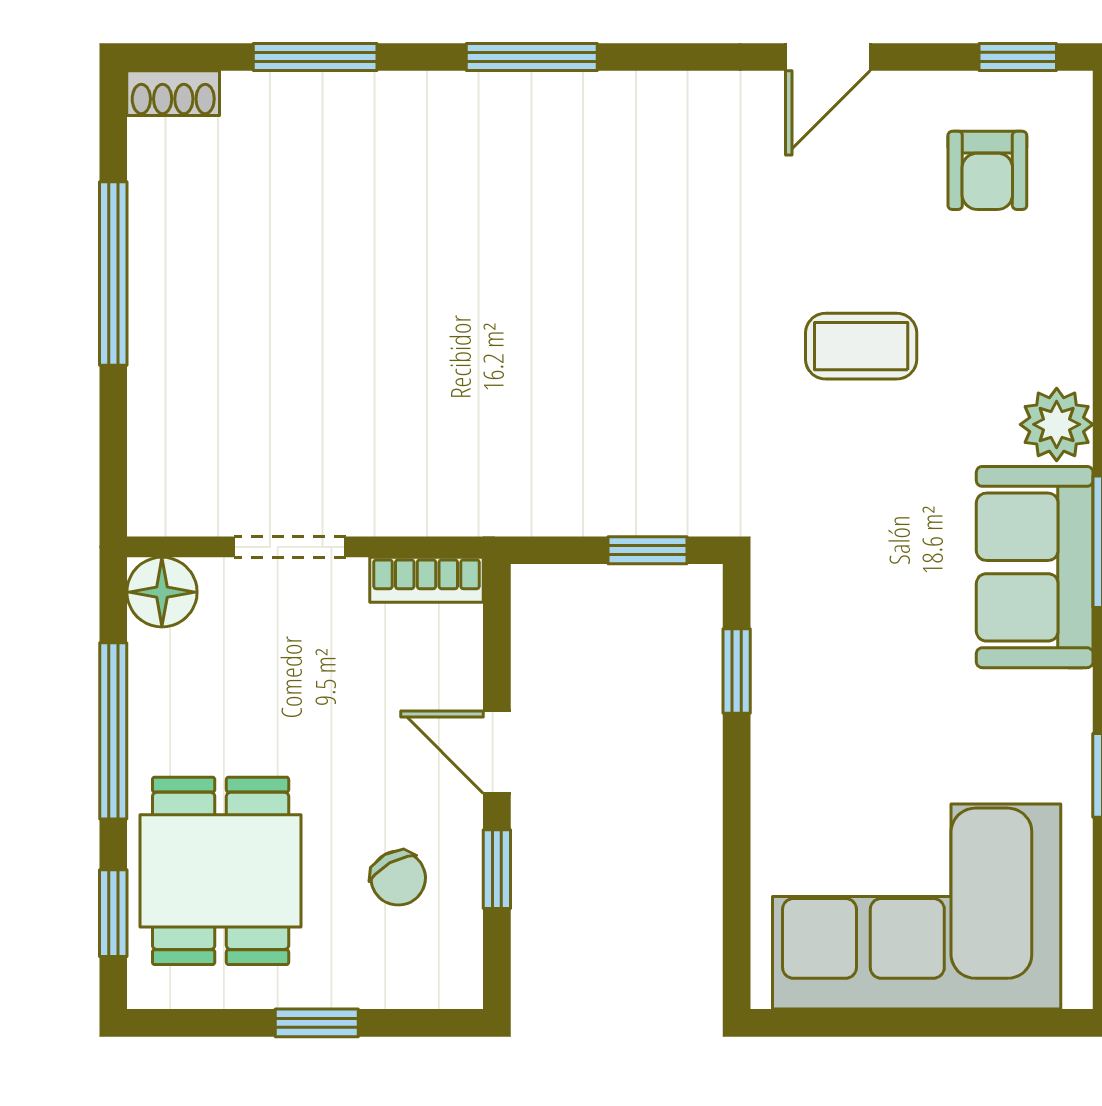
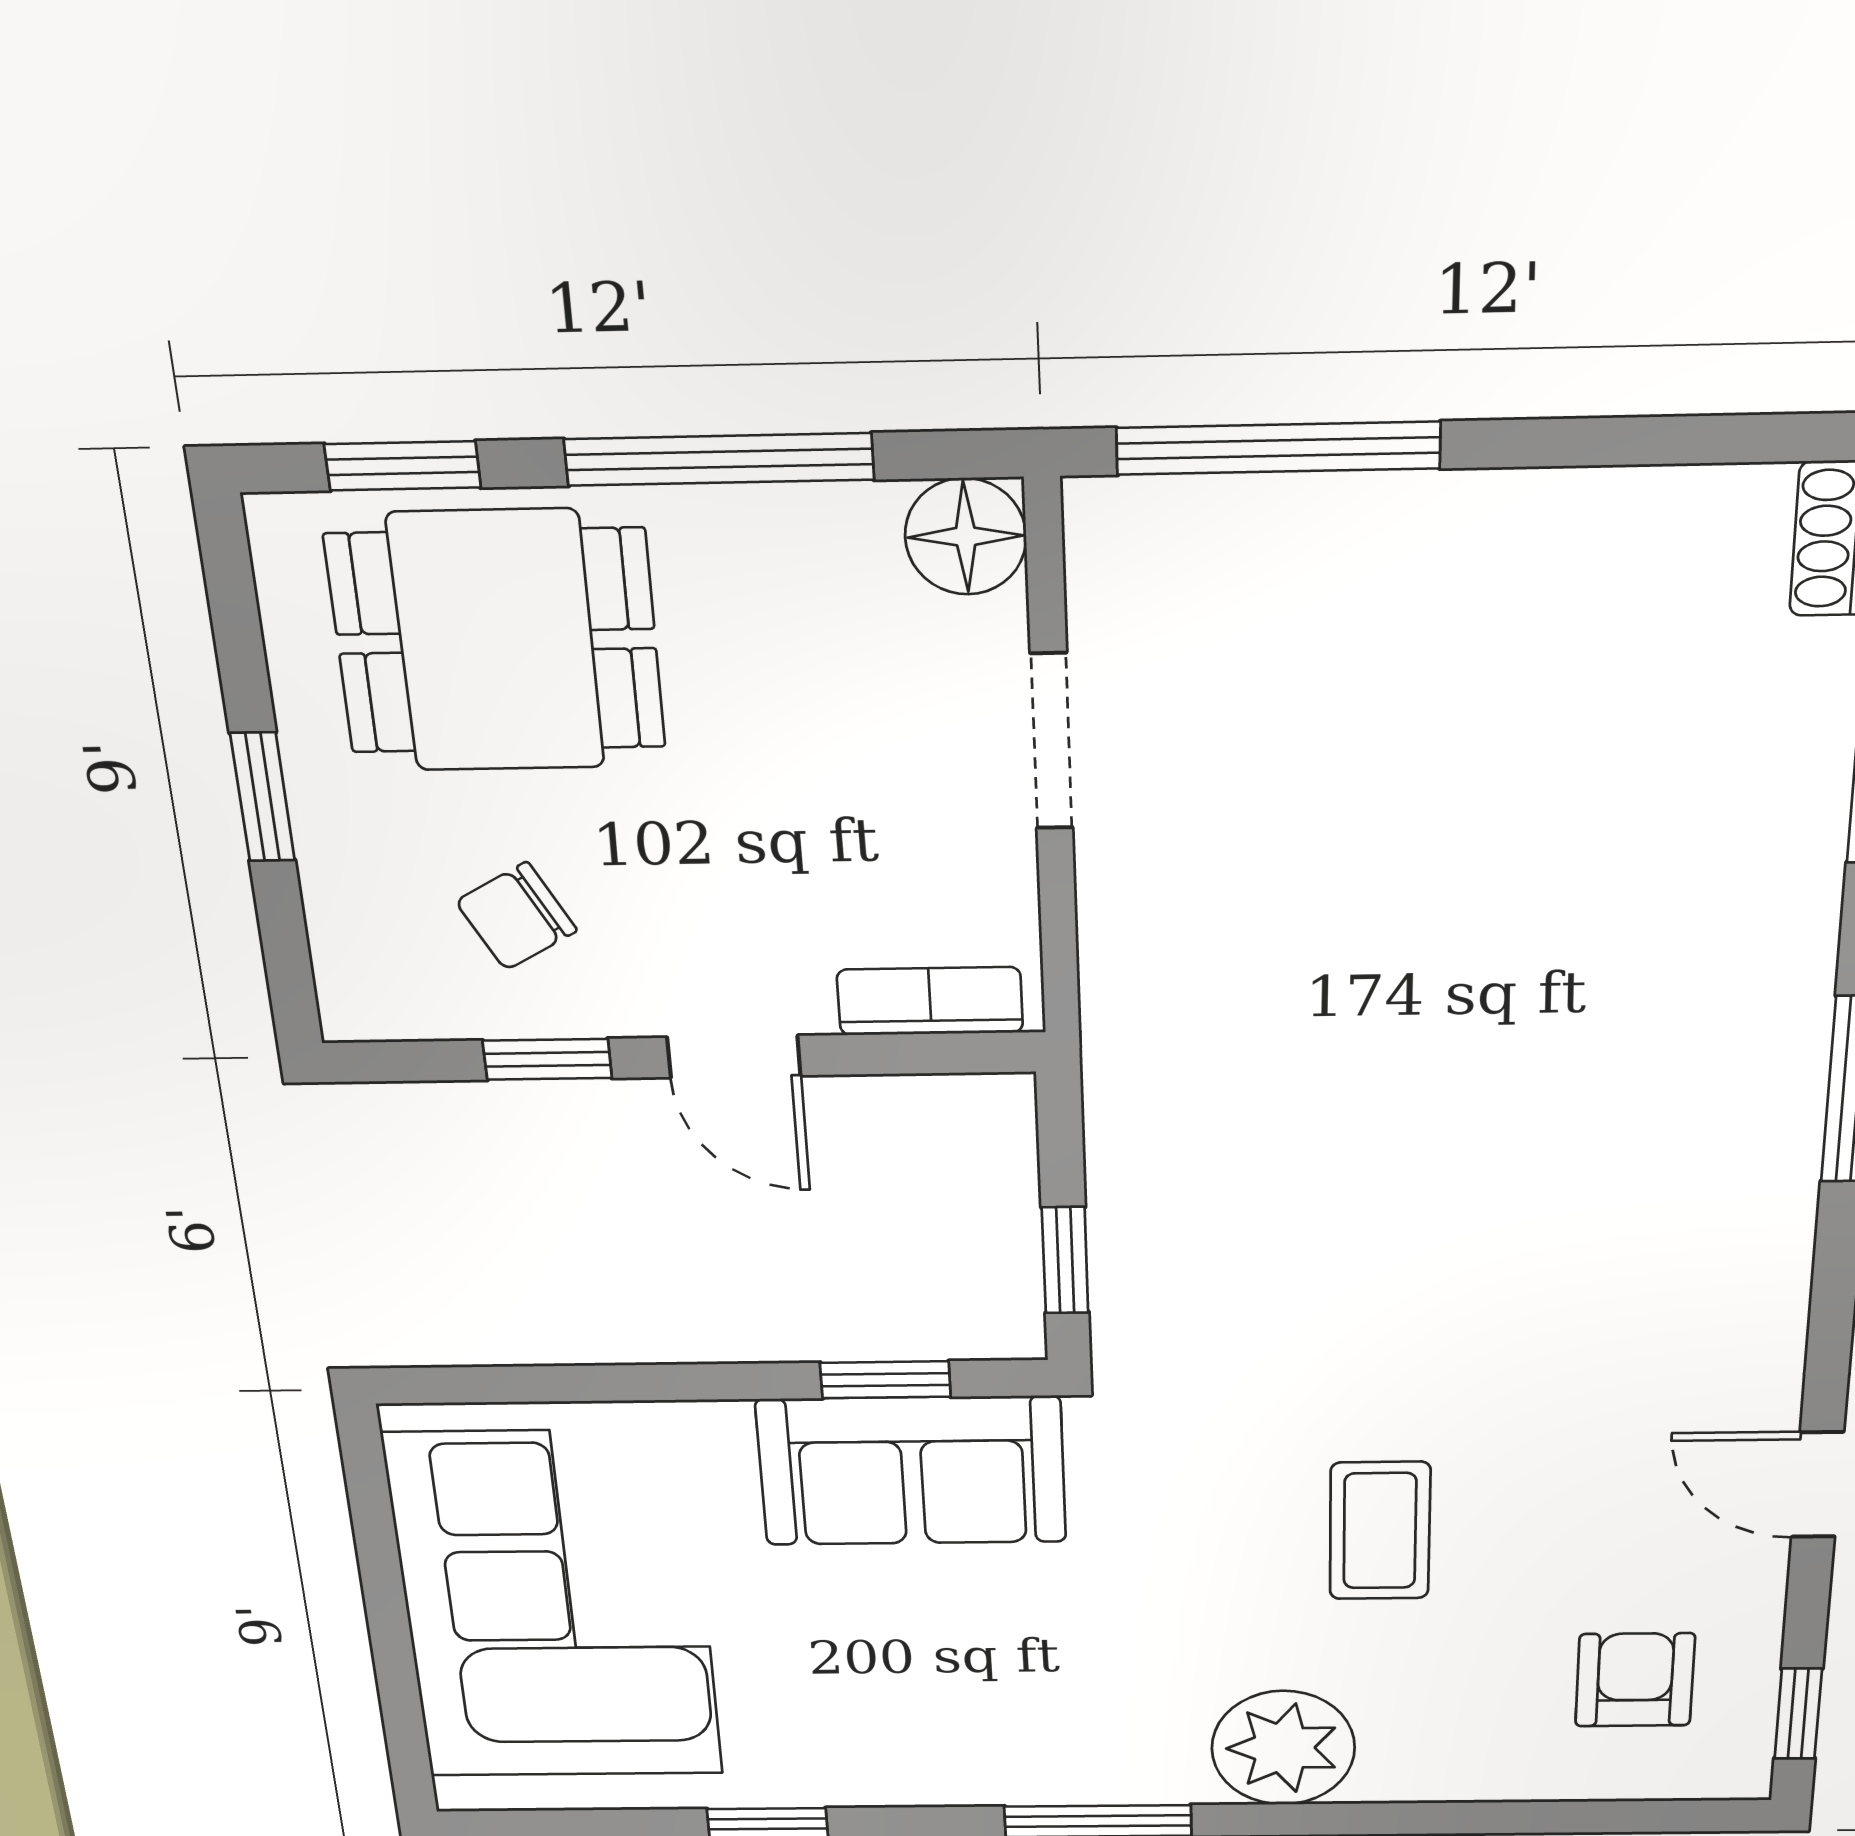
armchair: (987, 170) -> (1635, 1680), turned 90
window: (113, 273) -> (1278, 448), moved
plant: (1057, 424) -> (1283, 1748), width x1.36, depth x1.36
sofa: (1035, 567) -> (912, 1471), moved, turned 180
bookcase: (426, 580) -> (930, 1001), moved, turned 90
door: (497, 752) -> (734, 1057), swing flipped

